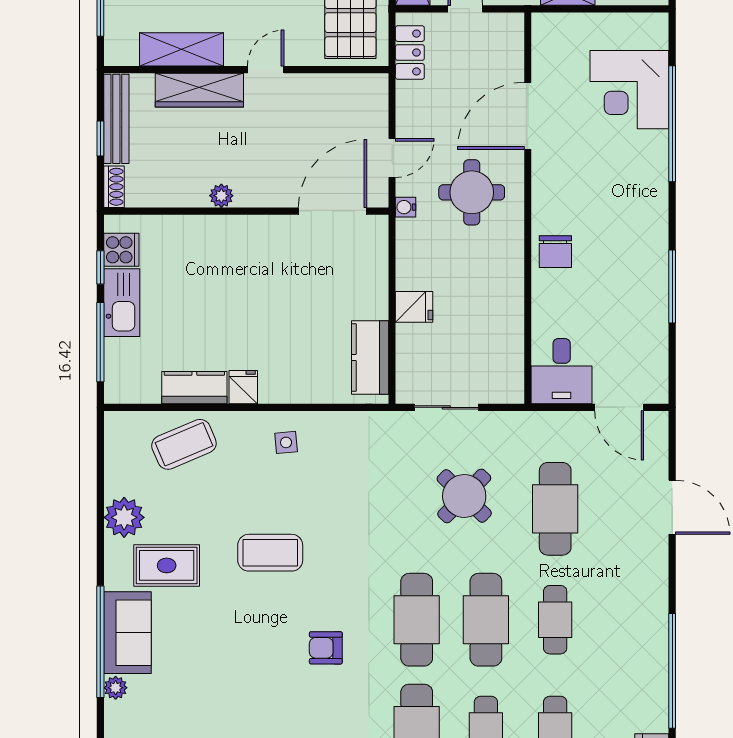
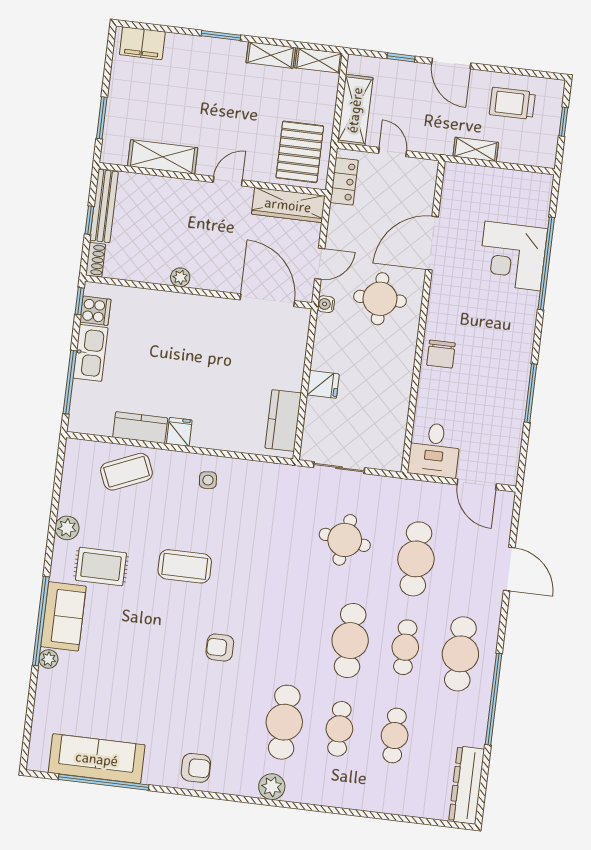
wardrobe: (199, 90) -> (288, 205), moved
corner desk: (629, 90) -> (513, 256), moved
door: (333, 211) -> (267, 300), hinge flipped
window: (100, 267) -> (80, 301), moved
round table: (464, 496) -> (345, 540), turned -35
plant: (124, 517) -> (67, 528), width x0.73, depth x0.73
cafe table: (417, 620) -> (460, 654), moved

